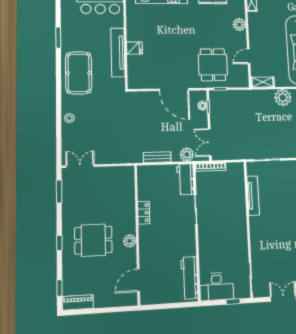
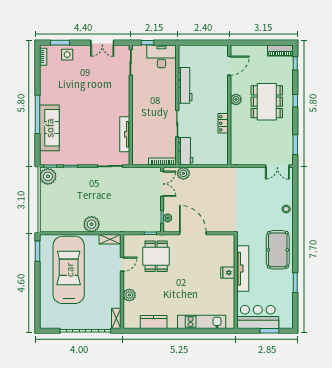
bench: (157, 157) -> (210, 172), removed
dining table: (93, 240) -> (267, 102), width x1.38
workbench: (189, 278) -> (185, 85), moved

